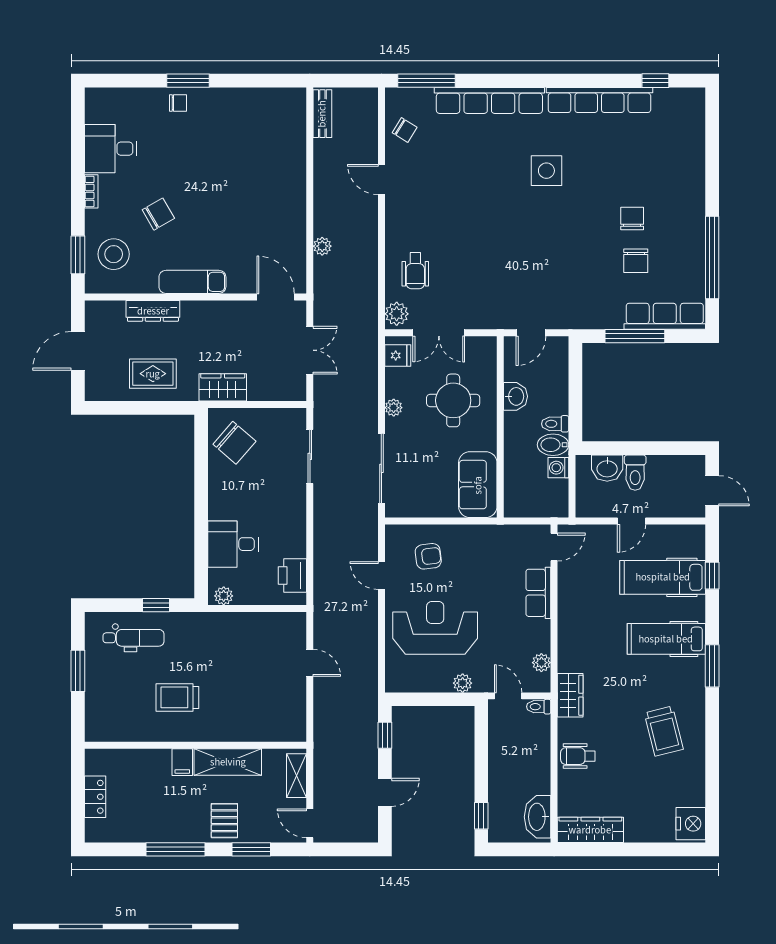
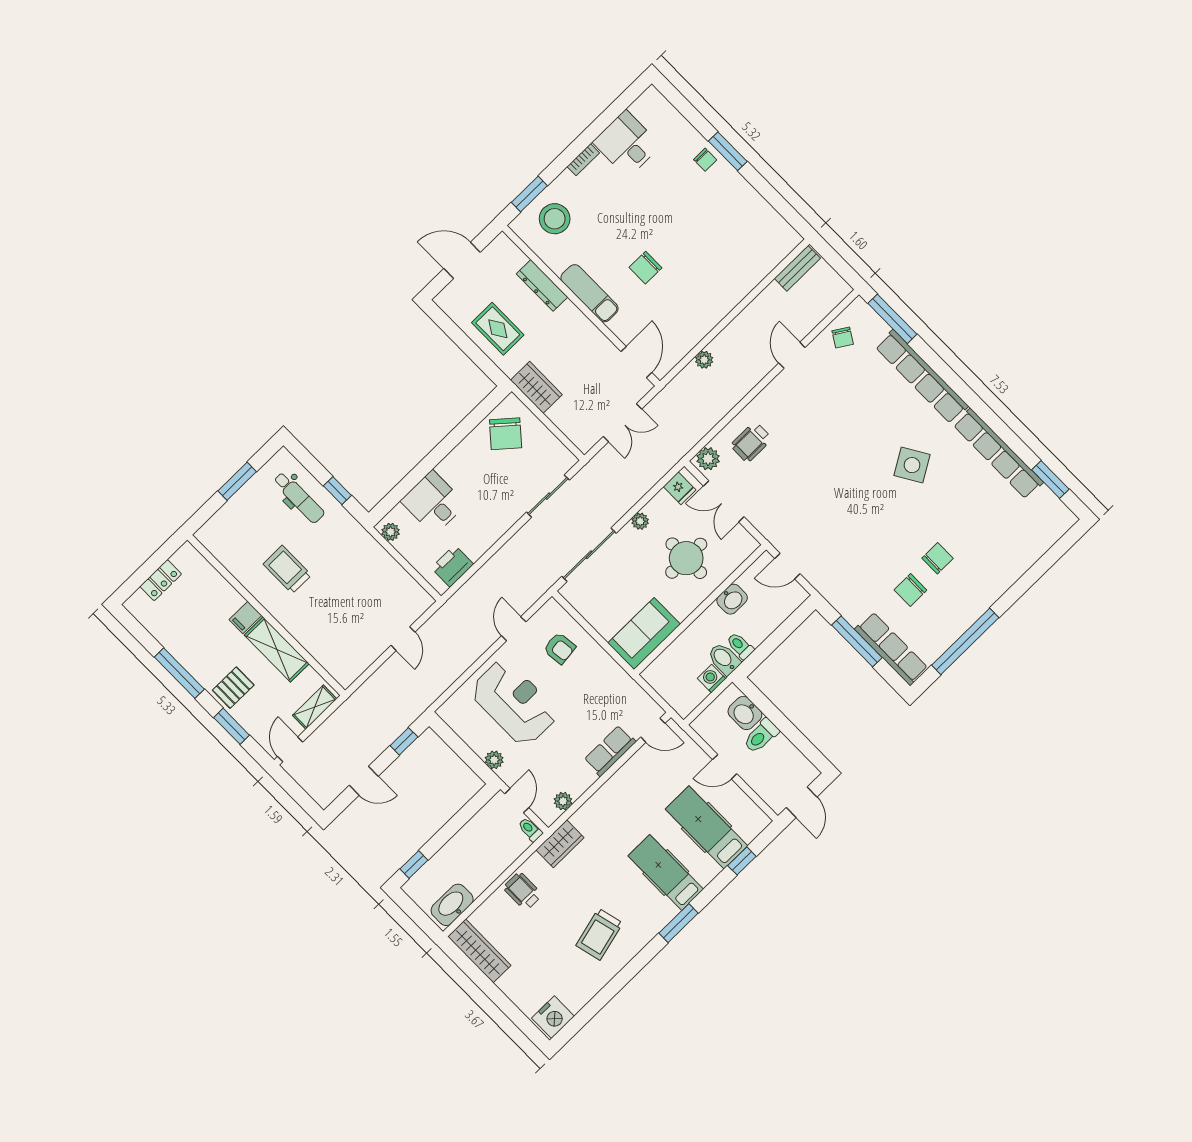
window: (655, 81) -> (1050, 480), width x1.50
side table: (546, 171) -> (912, 465), turned -31
chair: (158, 214) -> (646, 268), moved, turned 120

